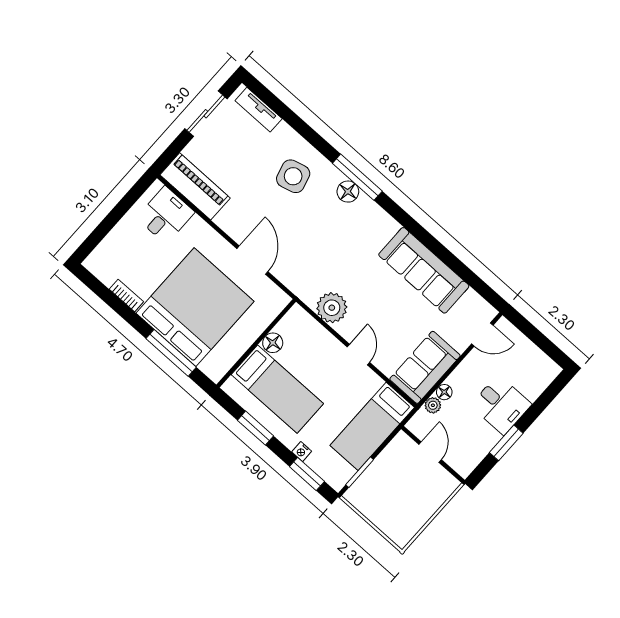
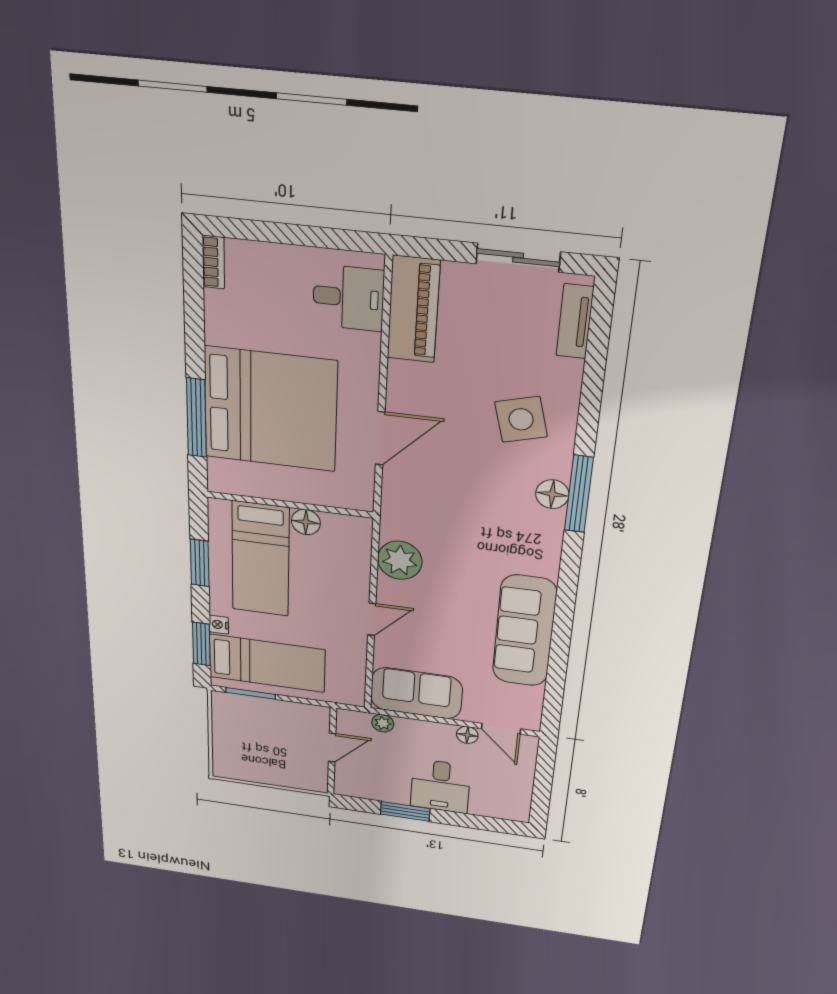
bookcase: (126, 295) -> (213, 262), moved
floor lamp: (444, 392) -> (467, 735), moved
bed: (372, 426) -> (267, 663), moved, turned 180

